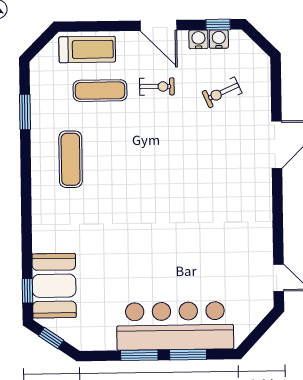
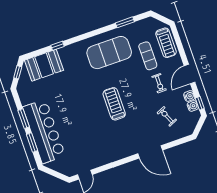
exercise mat: (71, 159) -> (109, 53), width x2.00, depth x1.45
treadmill: (167, 181) -> (114, 104), added
window: (27, 291) -> (57, 46), moved

